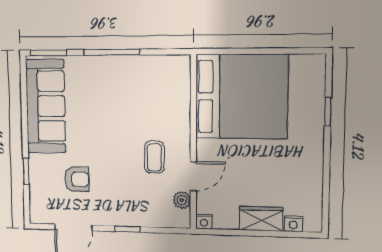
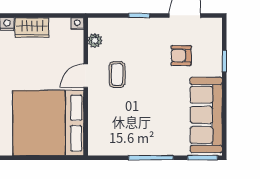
door: (193, 176) -> (86, 76), moved

